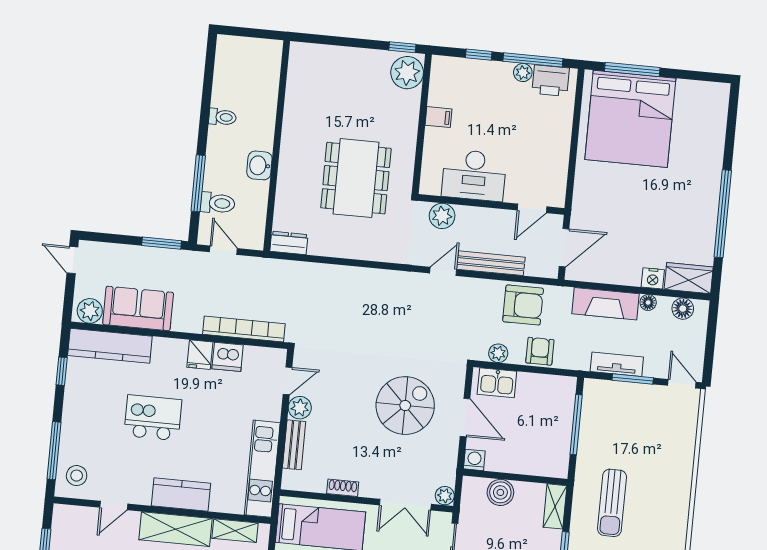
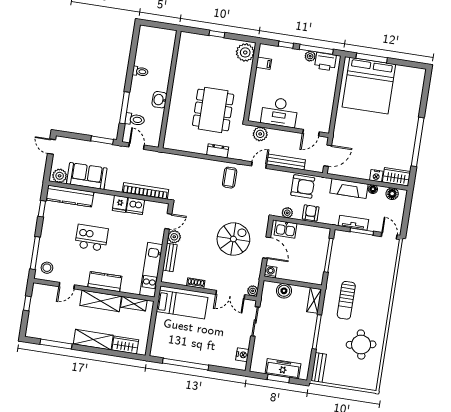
window: (402, 47) -> (217, 34), moved
filing cabinet: (438, 117) -> (264, 63), moved
dresser: (289, 243) -> (218, 151), moved
coffee table: (392, 297) -> (230, 178), added

